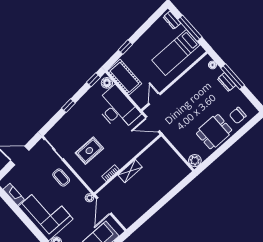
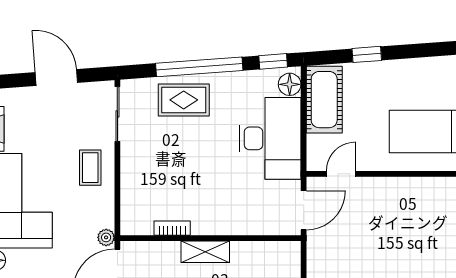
window: (68, 106) -> (199, 67), width x3.17
door: (153, 124) -> (304, 210), swing flipped
rug: (89, 151) -> (184, 100), moved

